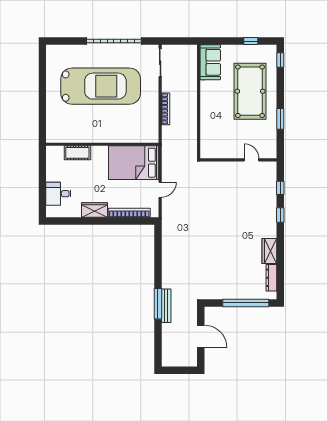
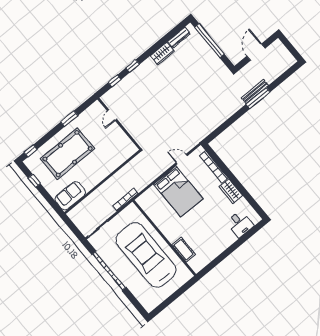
wall: (102, 144) -> (164, 238), moved
cot: (77, 153) -> (184, 250), moved

